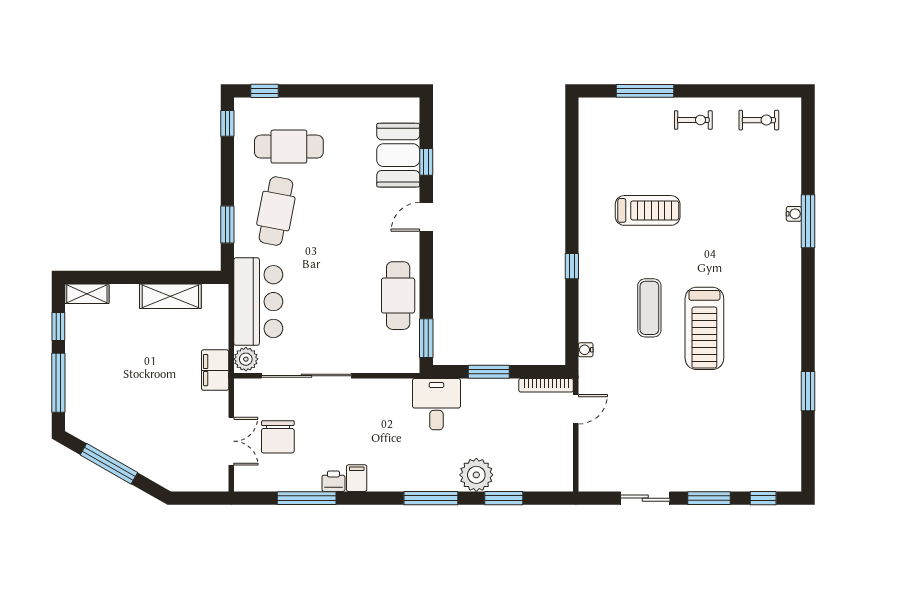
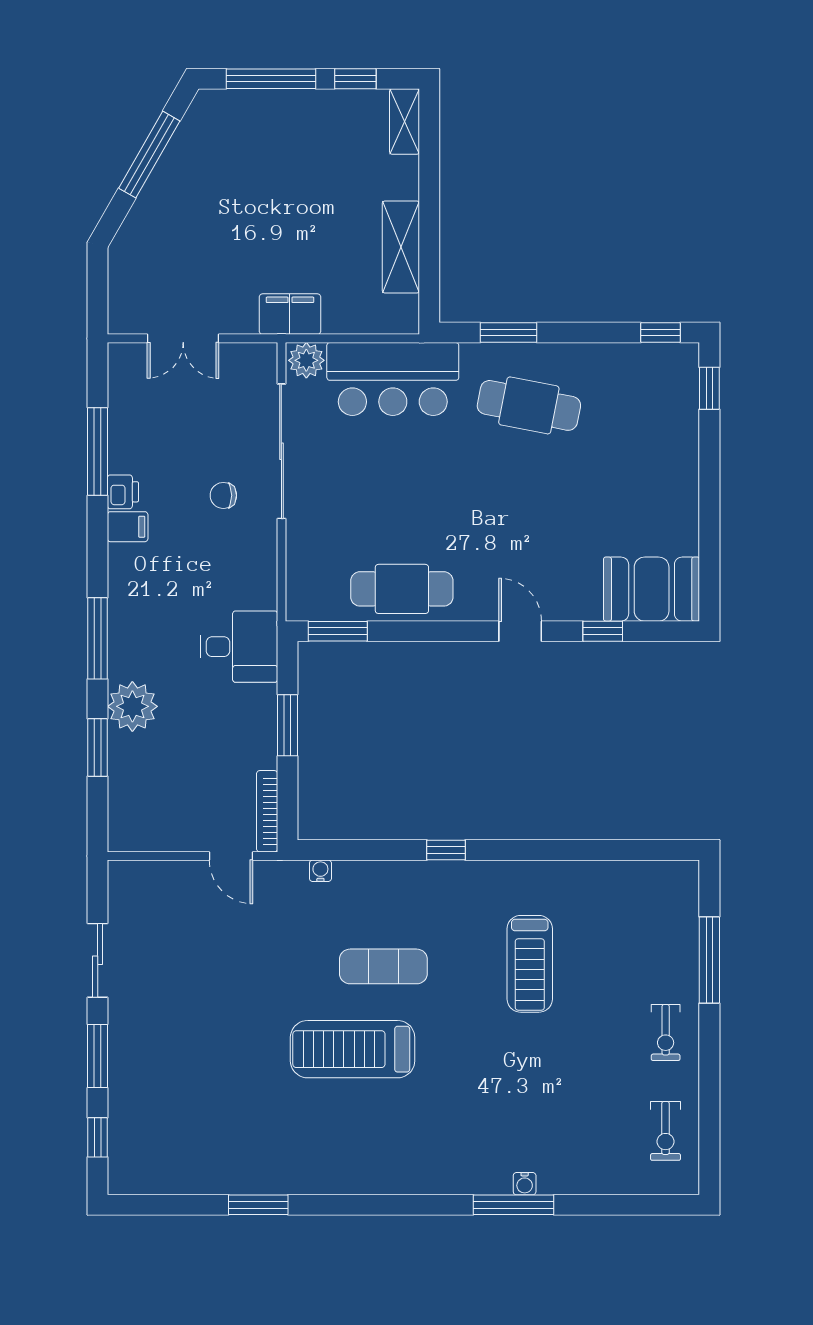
cafe table: (289, 147) -> (626, 425), removed
booth: (398, 155) -> (652, 589), moved
chair: (278, 437) -> (223, 495), moved, width x0.54, depth x0.54

